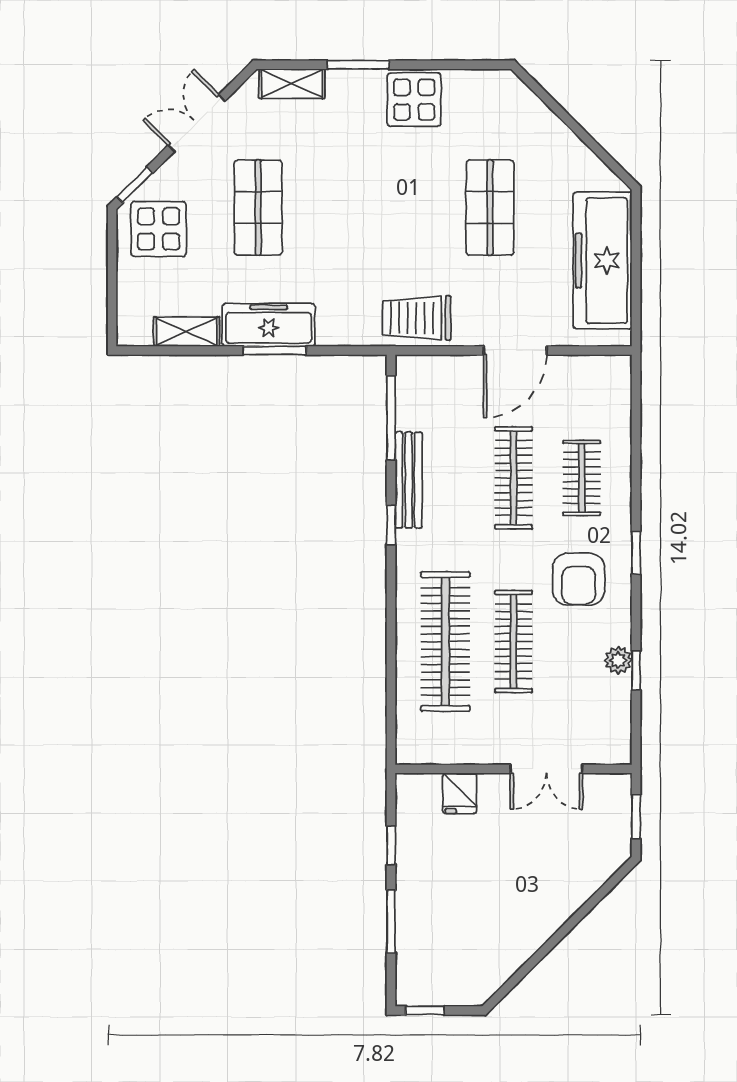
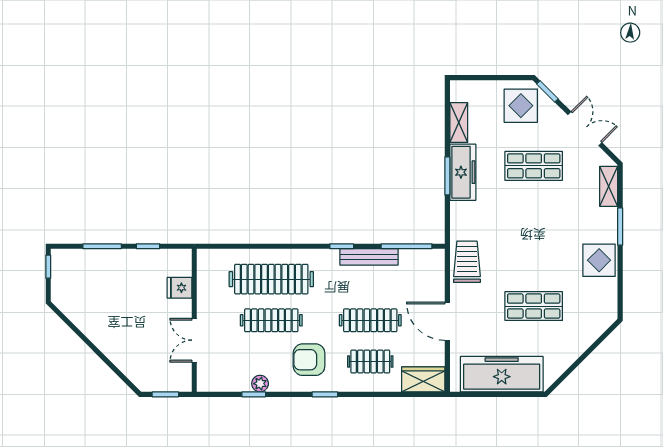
wardrobe: (611, 390) -> (423, 379), added

